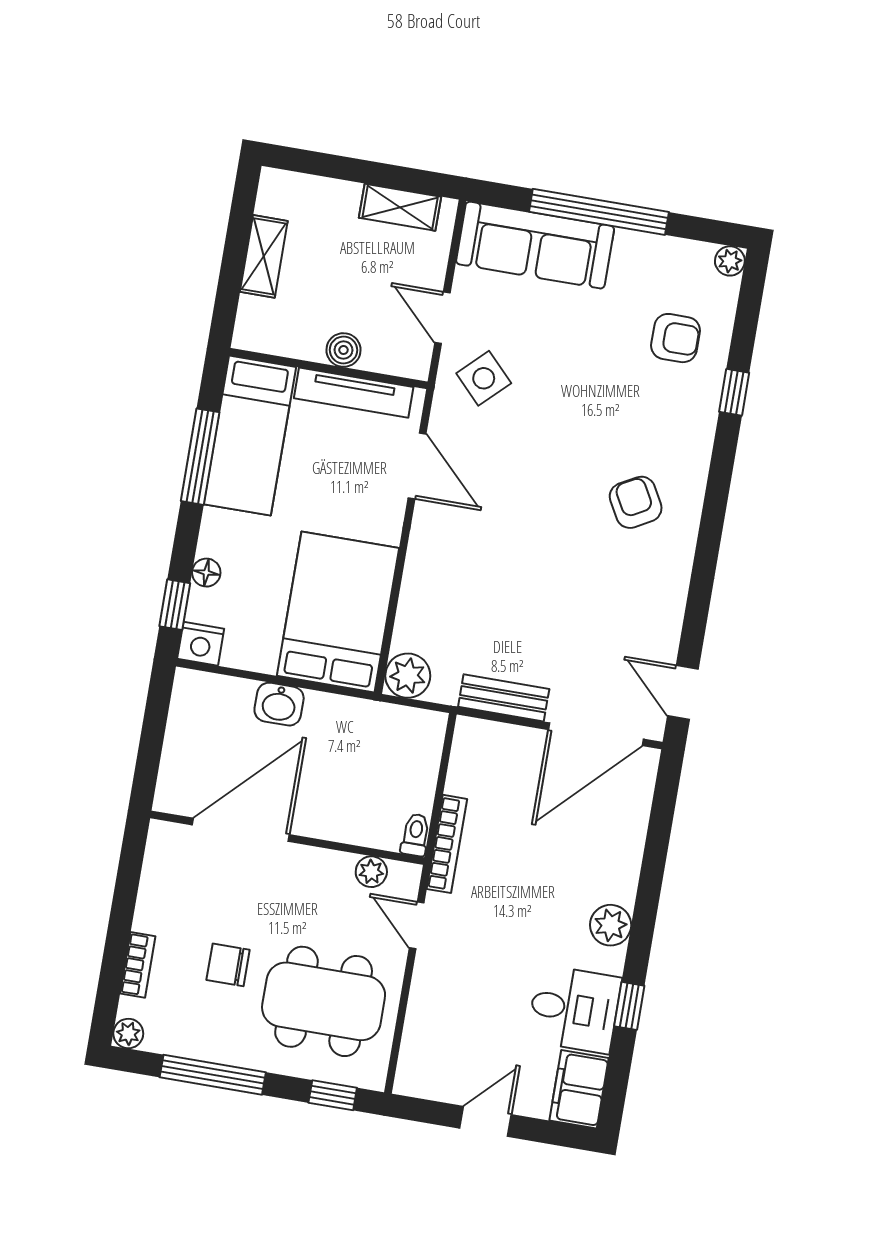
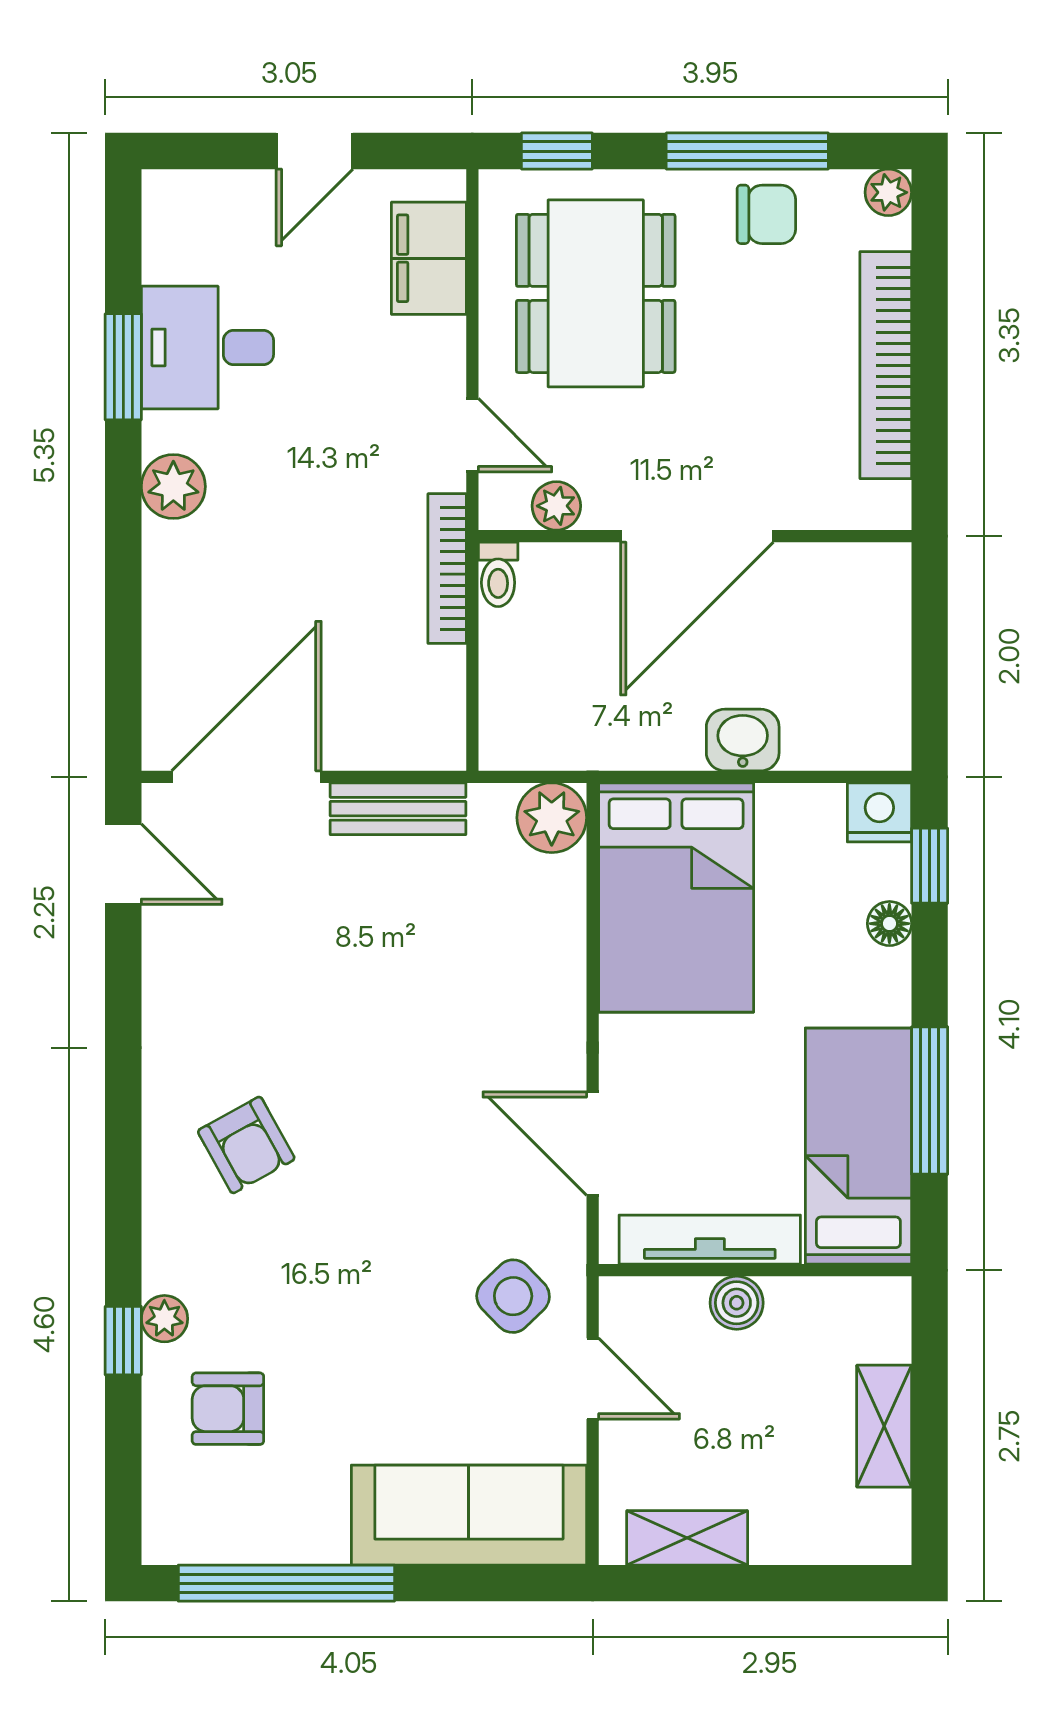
window: (599, 212) -> (286, 1583), moved
plant: (730, 261) -> (164, 1319), moved
door: (241, 830) -> (697, 536), moved
bookcase: (138, 965) -> (886, 365), width x2.31, depth x1.31
chair: (228, 965) -> (766, 214), moved
dining table: (324, 1001) -> (596, 293), turned 90
window: (629, 1006) -> (123, 367), width x1.50
filing cabinet: (579, 1089) -> (429, 258), moved, turned 180

